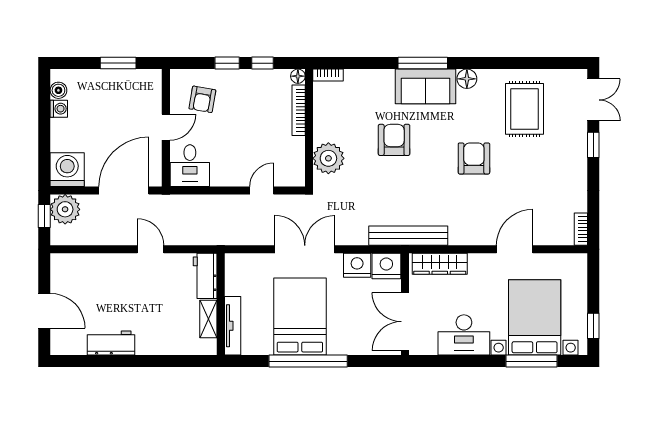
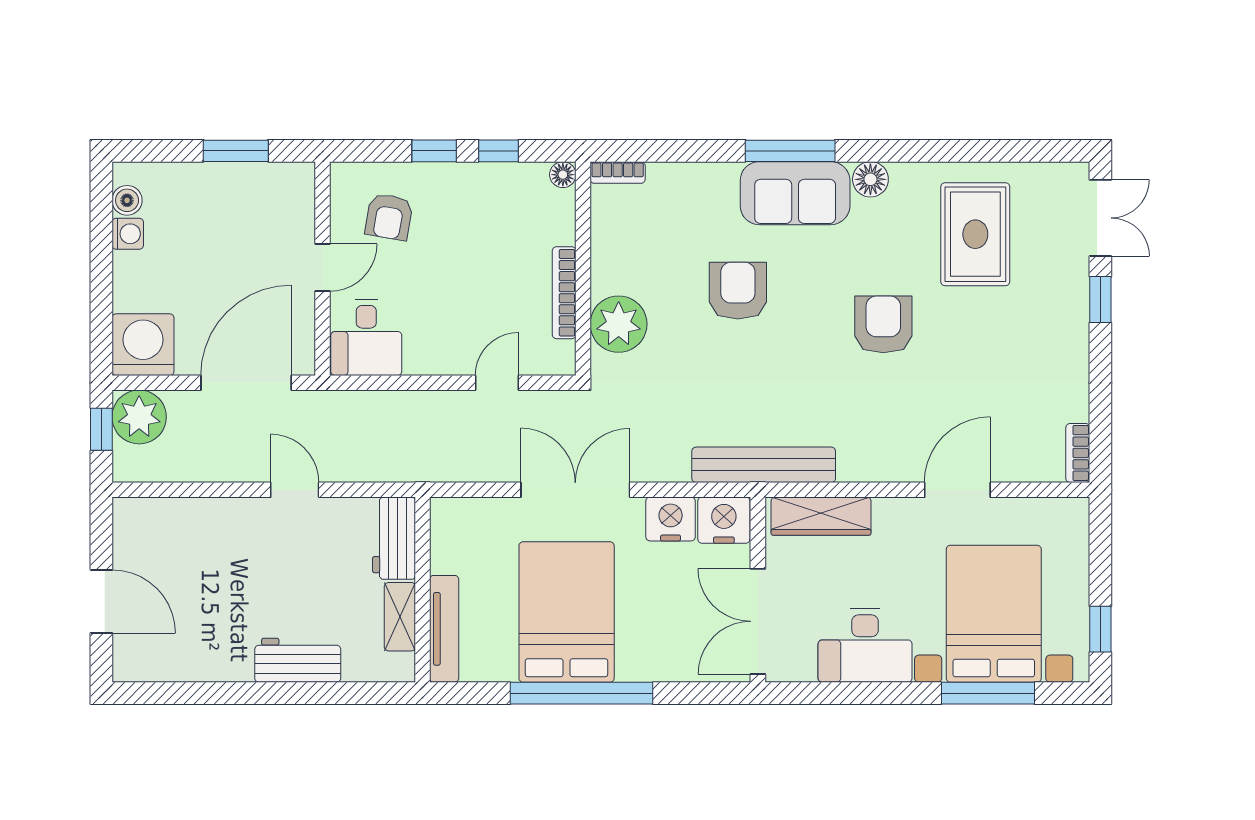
bookcase: (299, 110) -> (564, 293), moved
workbench: (111, 343) -> (298, 660), moved

